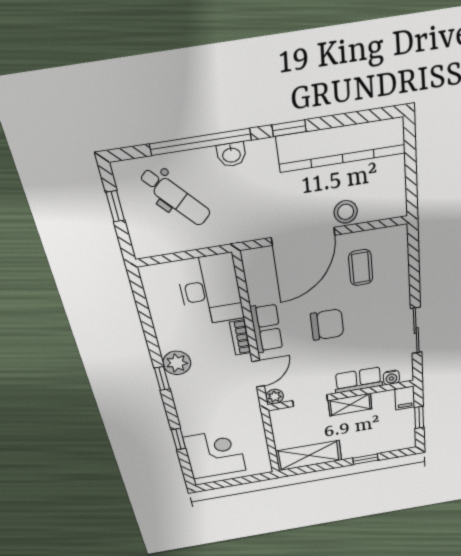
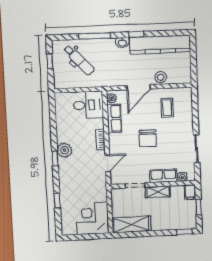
window: (201, 142) -> (95, 36), width x0.68
washbasin: (231, 155) -> (122, 43), moved
door: (303, 236) -> (139, 87), width x0.73
desk: (210, 290) -> (88, 105), width x0.73
chair: (327, 325) -> (148, 138), turned 90
row of seats: (266, 328) -> (114, 118), moved
plant: (275, 397) -> (111, 98), moved
corner desk: (215, 454) -> (92, 218), moved, turned -90
window: (365, 459) -> (185, 232), moved

